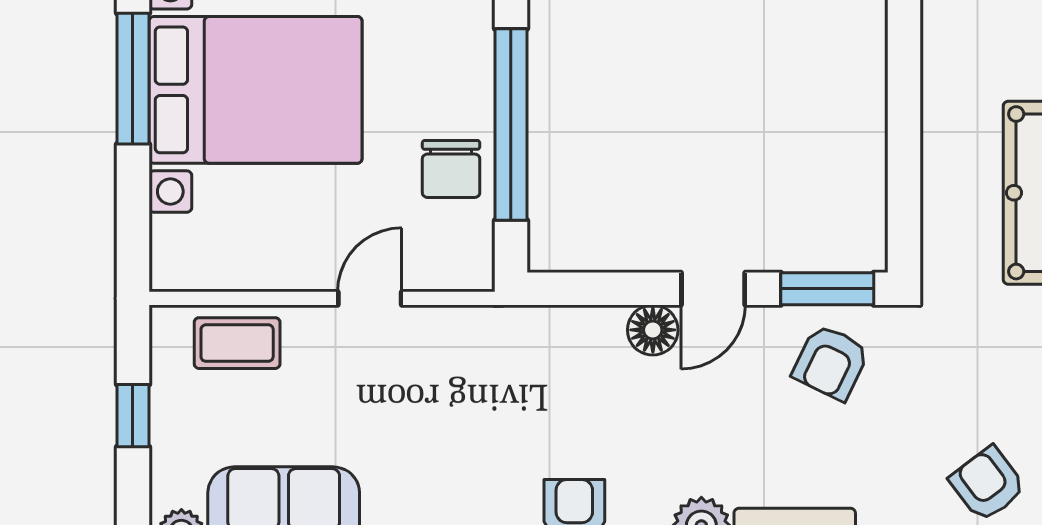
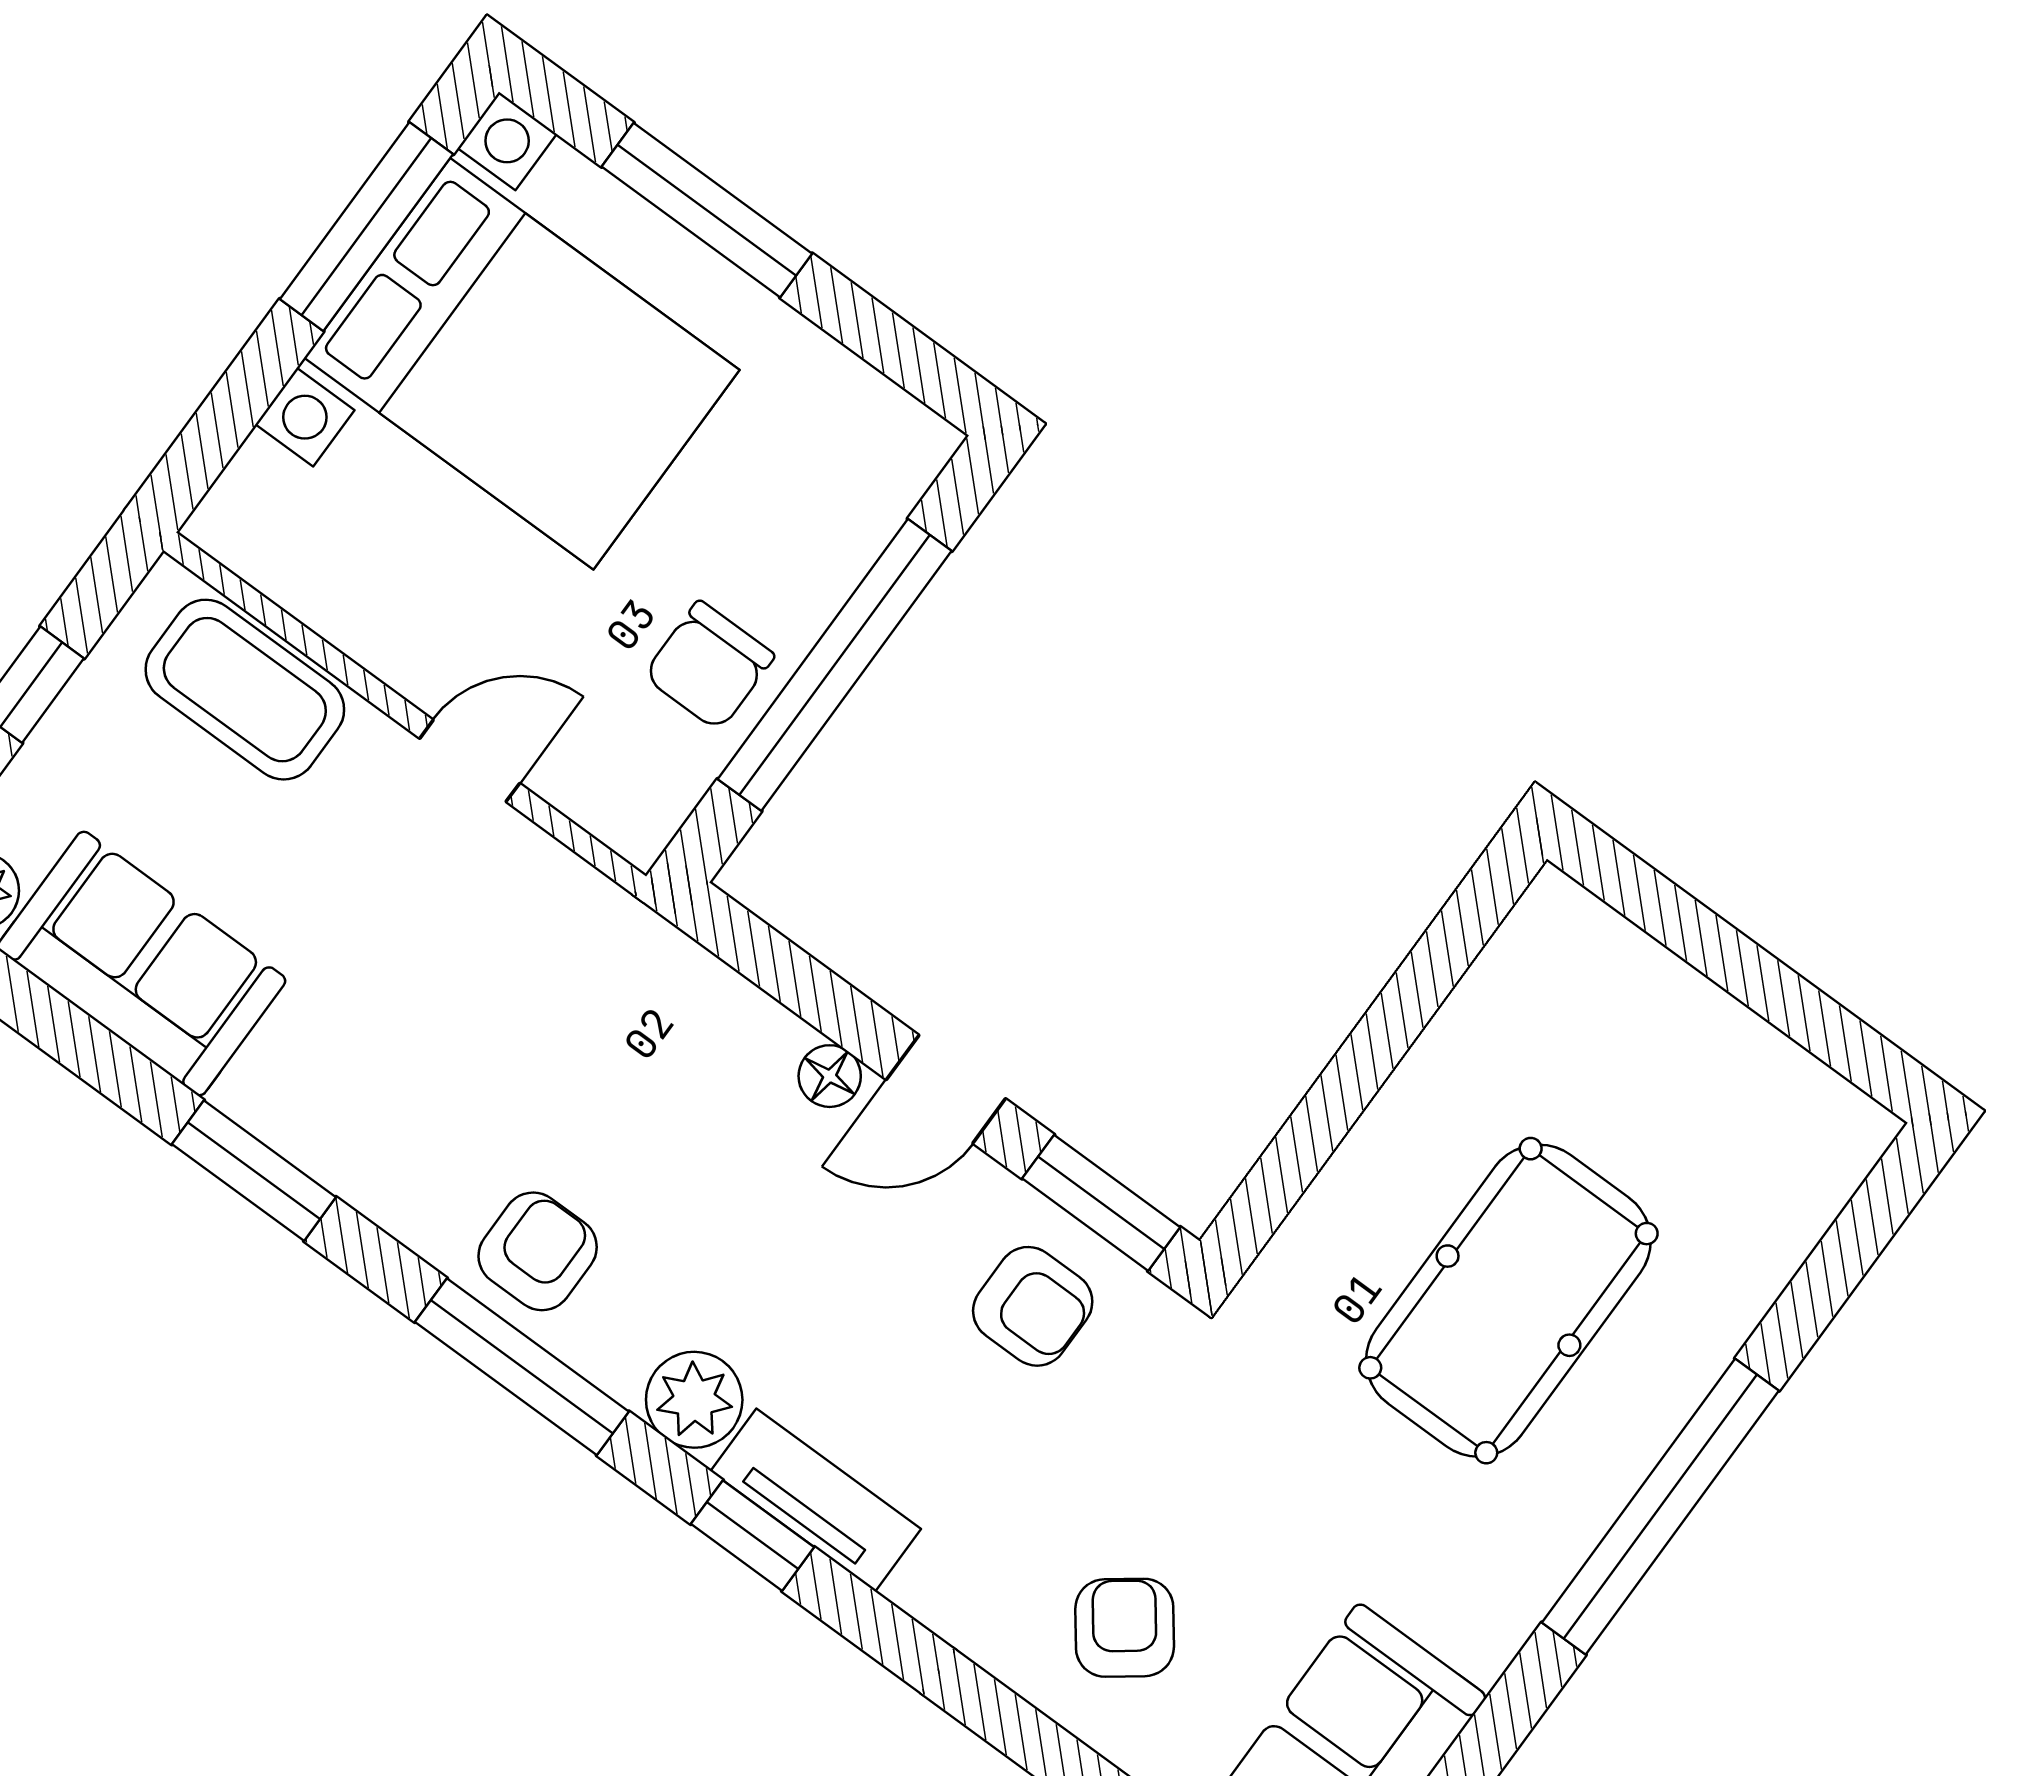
floor lamp: (653, 330) -> (830, 1076), width x0.73, depth x0.73
coffee table: (237, 343) -> (245, 690), width x1.36, depth x1.30
armchair: (831, 362) -> (1033, 1306), turned -116

